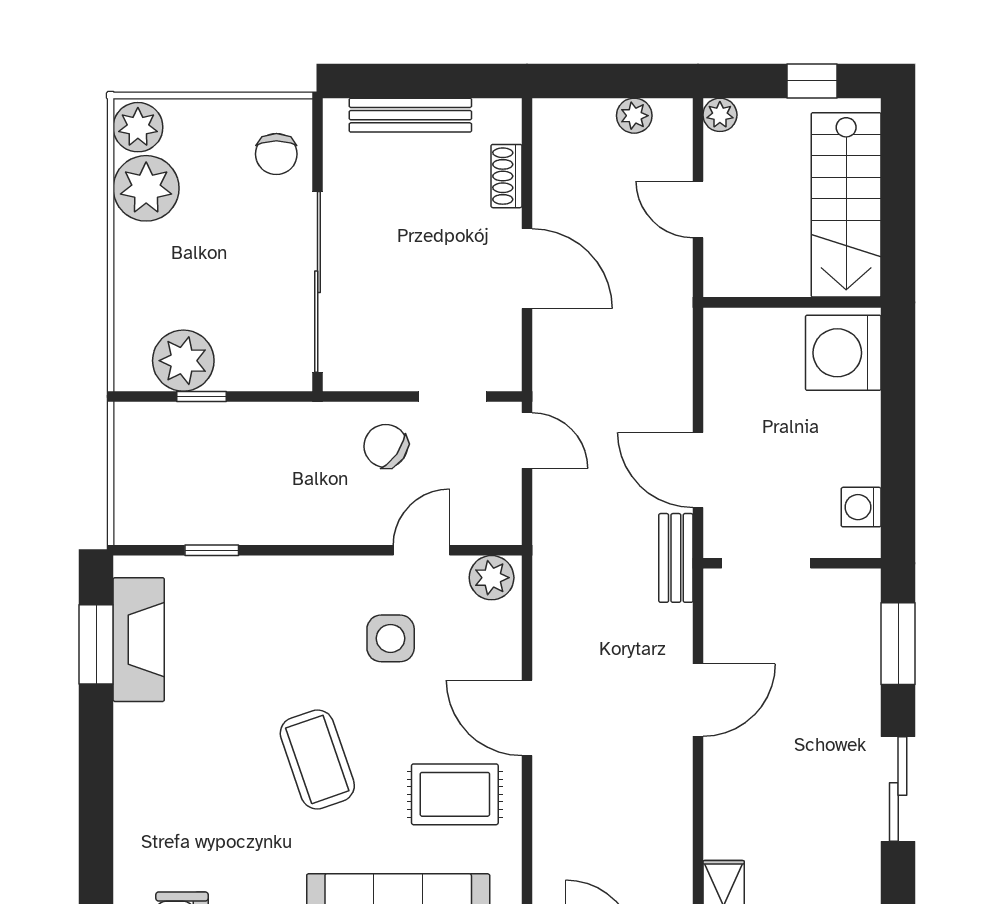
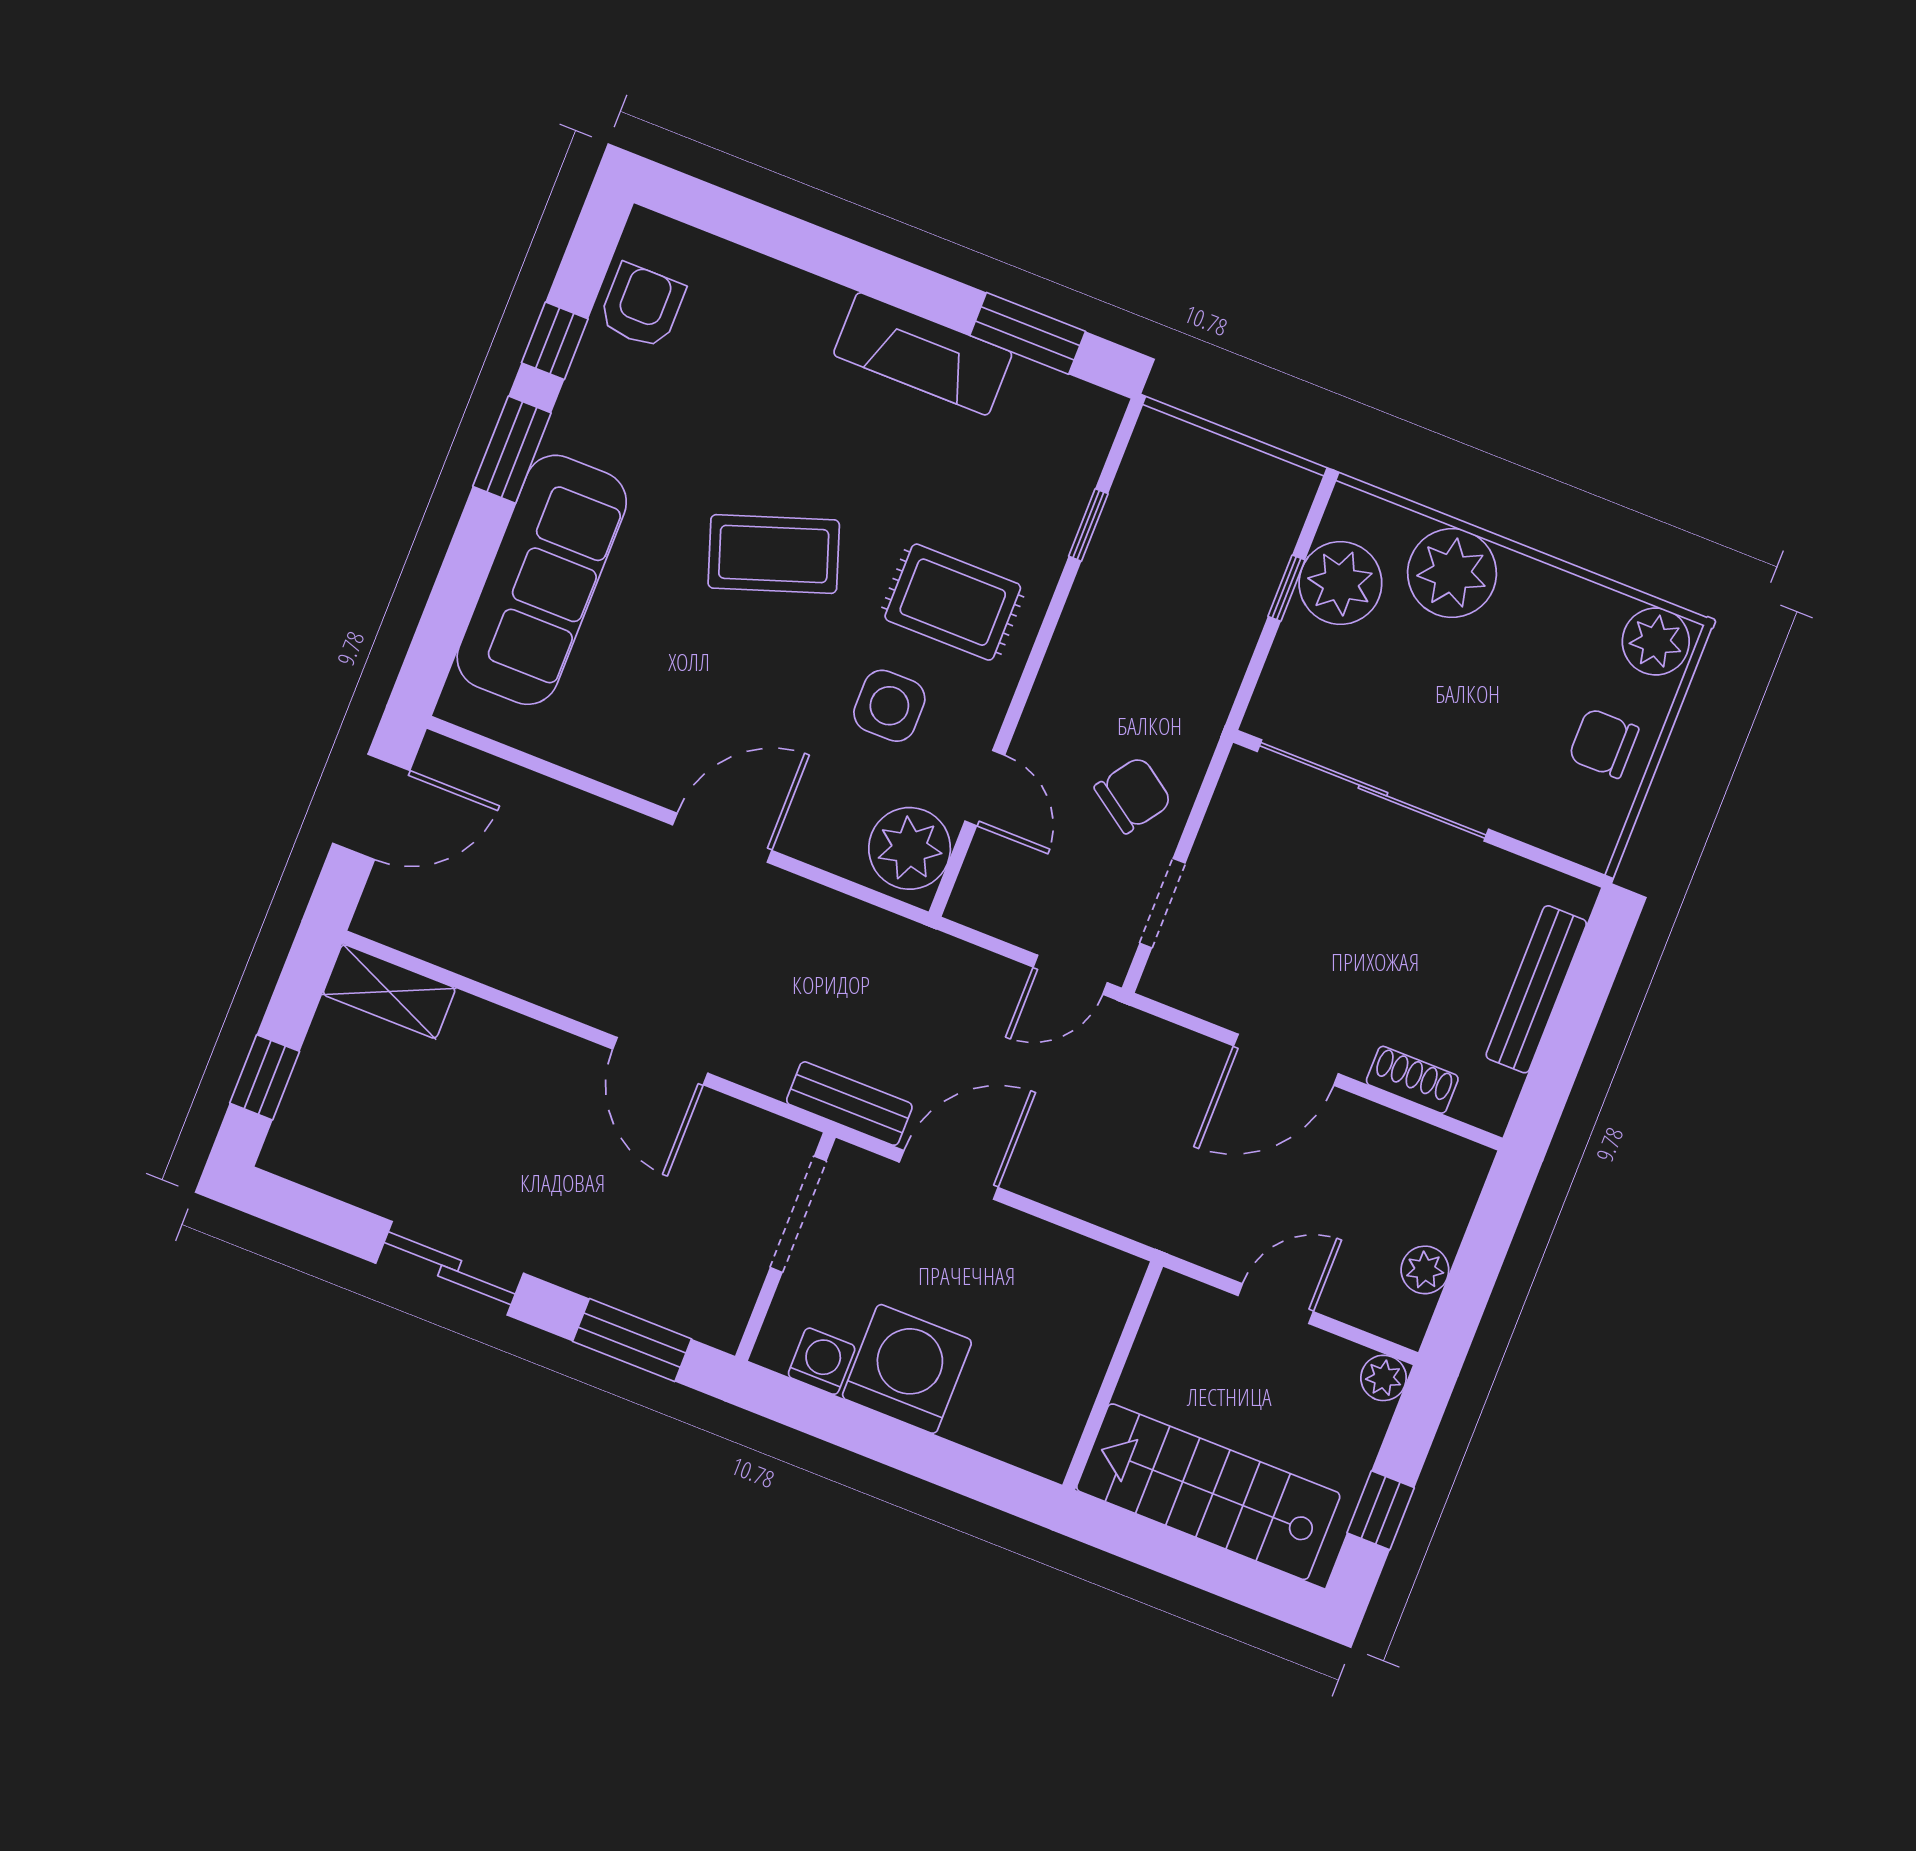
chair: (276, 154) -> (1604, 743), moved
plant: (146, 188) -> (1452, 573), moved
washing machine: (843, 353) -> (907, 1369), moved
plant: (492, 578) -> (910, 848), width x1.36, depth x1.36
fireplace: (139, 640) -> (923, 354), moved
rug: (455, 794) -> (953, 602), moved, turned 90

